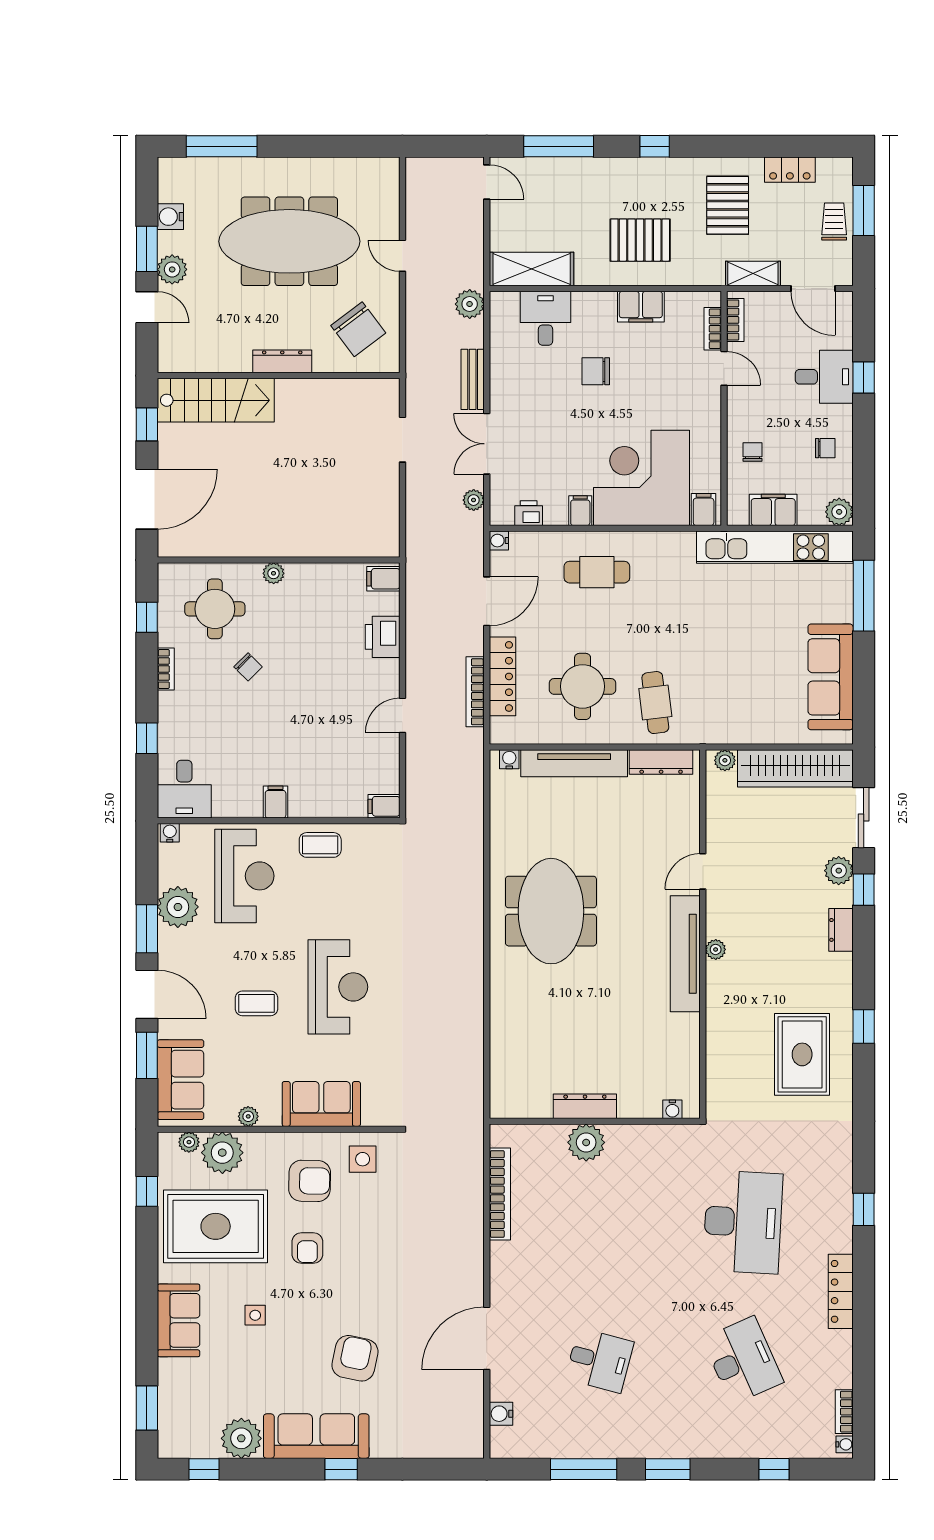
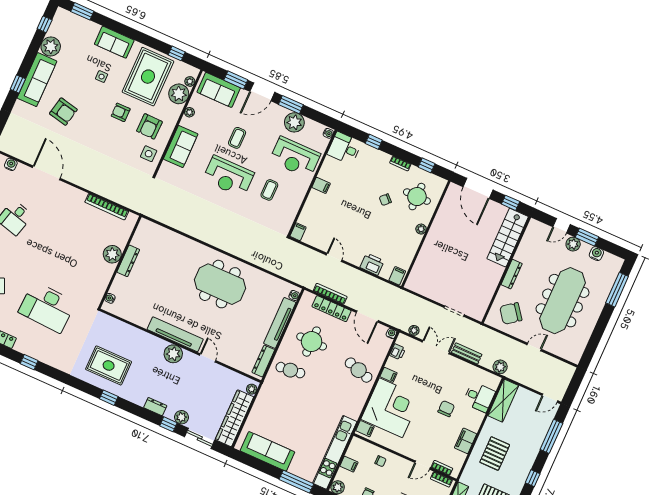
filing cabinet: (773, 510) -> (349, 464), width x0.50
cafe table: (597, 572) -> (359, 370), turned -73
coffee table: (320, 845) -> (269, 190), moved
plant: (716, 949) -> (173, 354), width x1.87, depth x1.87

